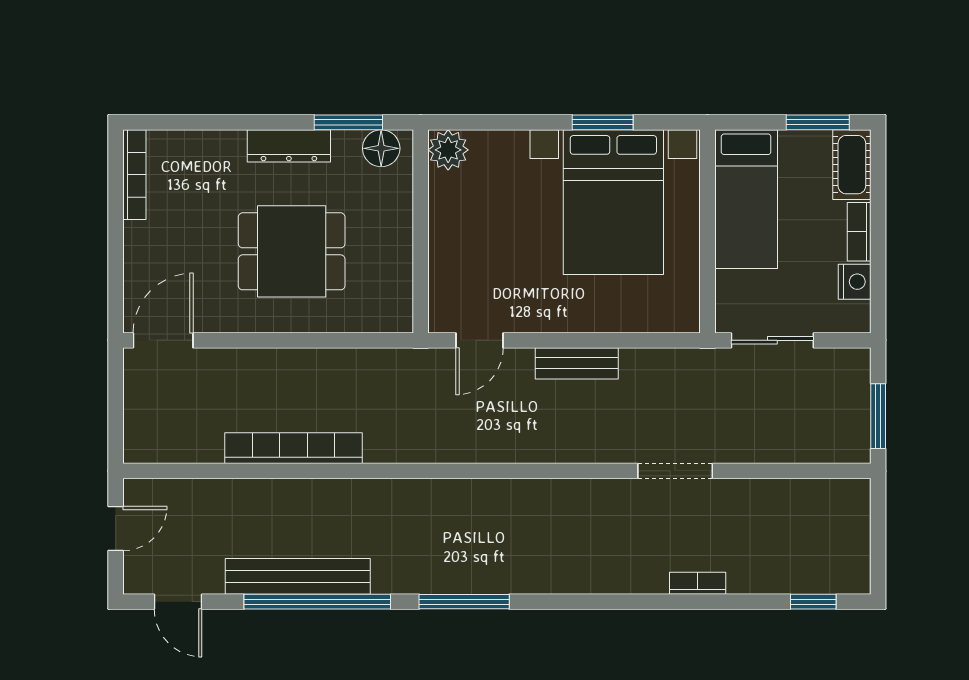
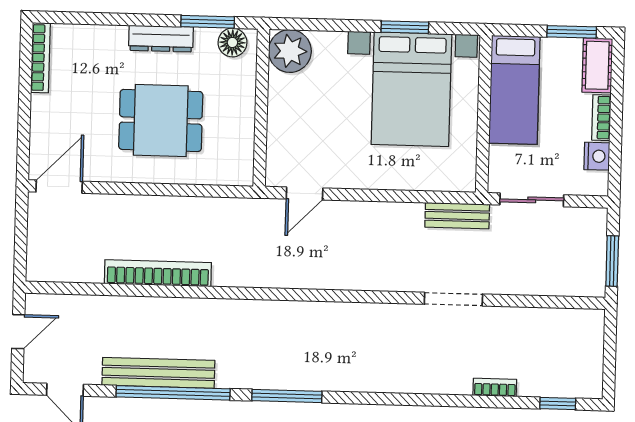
plant: (448, 150) -> (290, 51), width x1.36, depth x1.36
bench: (577, 363) -> (457, 216), moved
bookcase: (698, 583) -> (495, 387), moved

